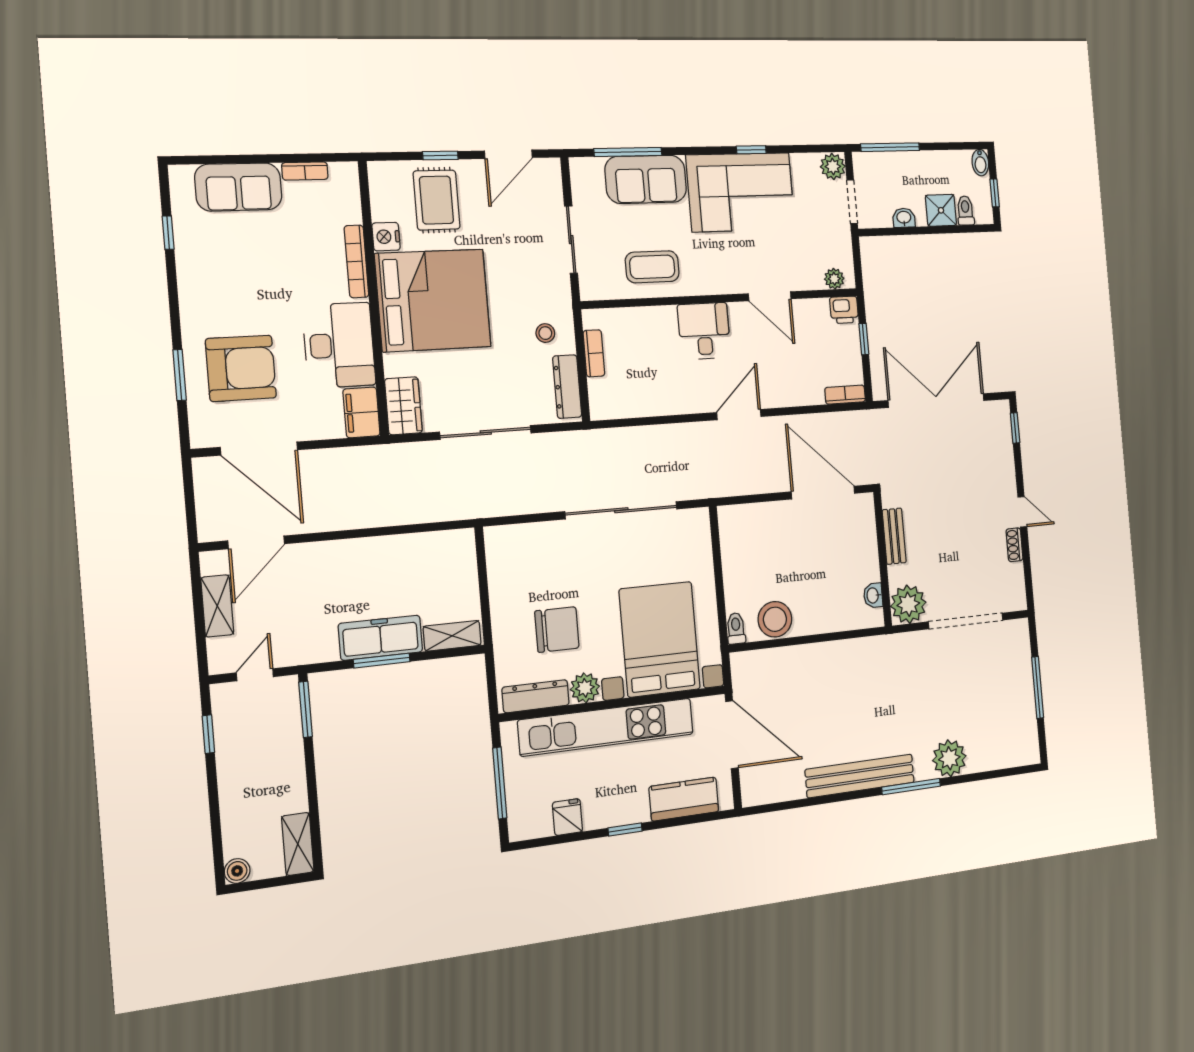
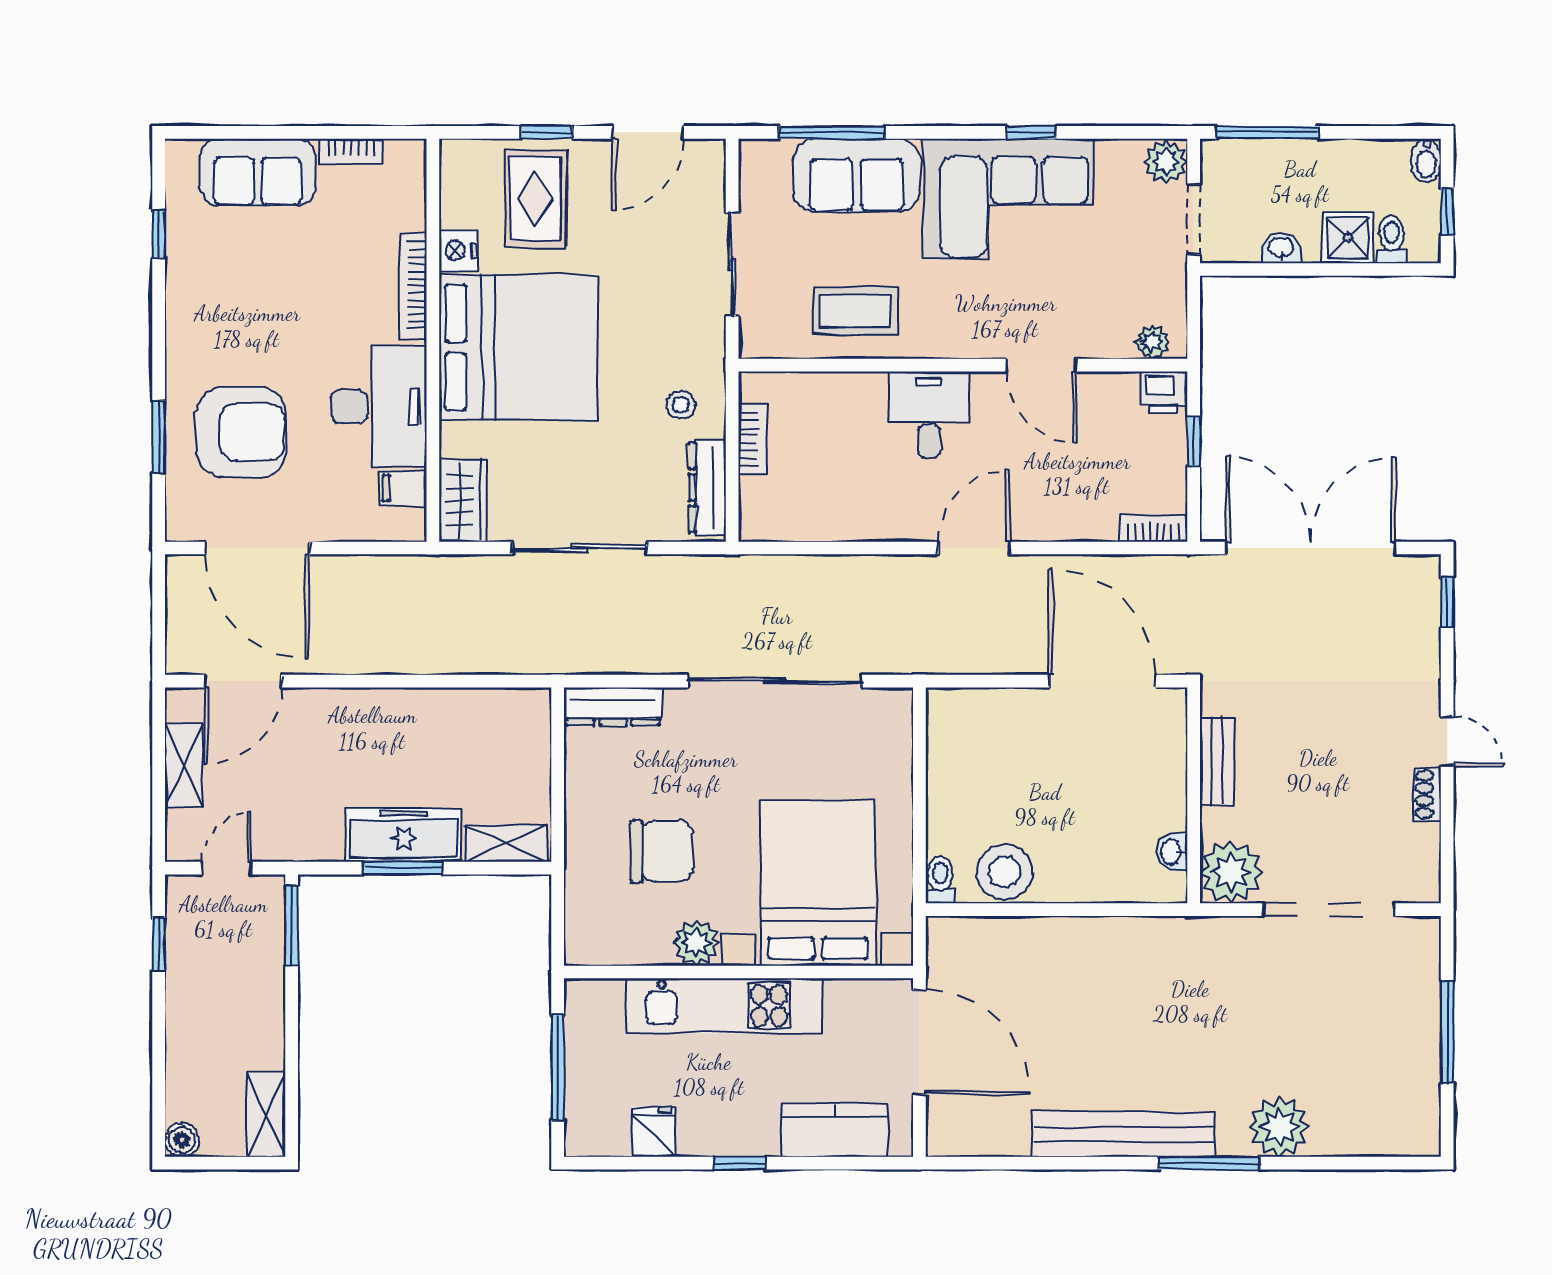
filing cabinet: (362, 412) -> (403, 488), width x0.50
dresser: (536, 696) -> (613, 706), moved, turned 180
kitchen unit: (606, 727) -> (724, 1006), width x0.73

